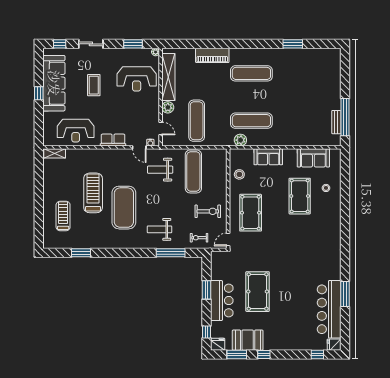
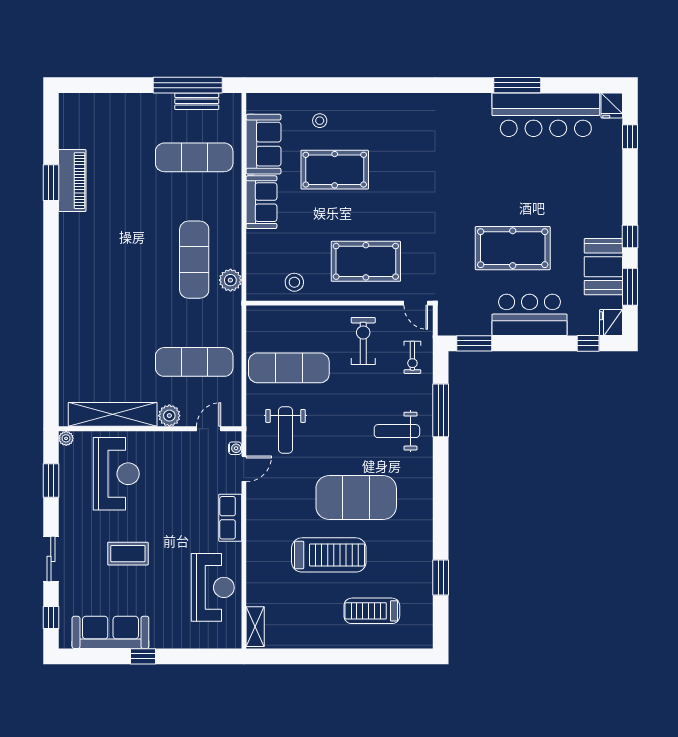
piano: (212, 55) -> (72, 181), moved
exercise mat: (251, 73) -> (194, 157), moved, turned 90
sofa: (54, 83) -> (110, 632), width x0.74, depth x0.79
sofa: (268, 157) -> (261, 202), moved
treadmill: (93, 193) -> (329, 555), turned 180
weight bench: (159, 229) -> (397, 431), turned 90
window: (207, 290) -> (474, 343), moved

